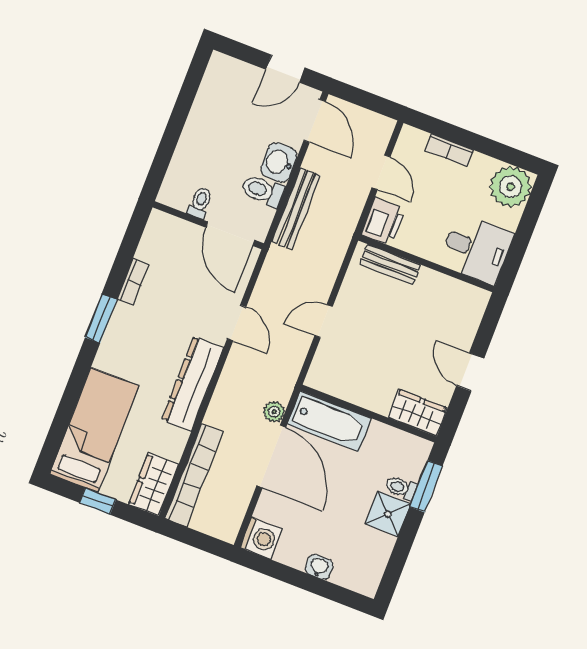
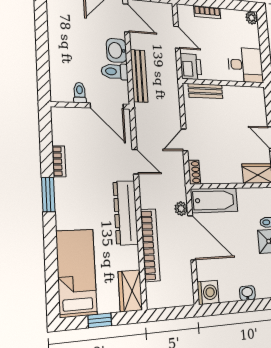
plant: (510, 187) -> (252, 18), width x0.53, depth x0.53
shoe rack: (317, 371) -> (194, 172), added
bookcase: (194, 475) -> (150, 245), moved

